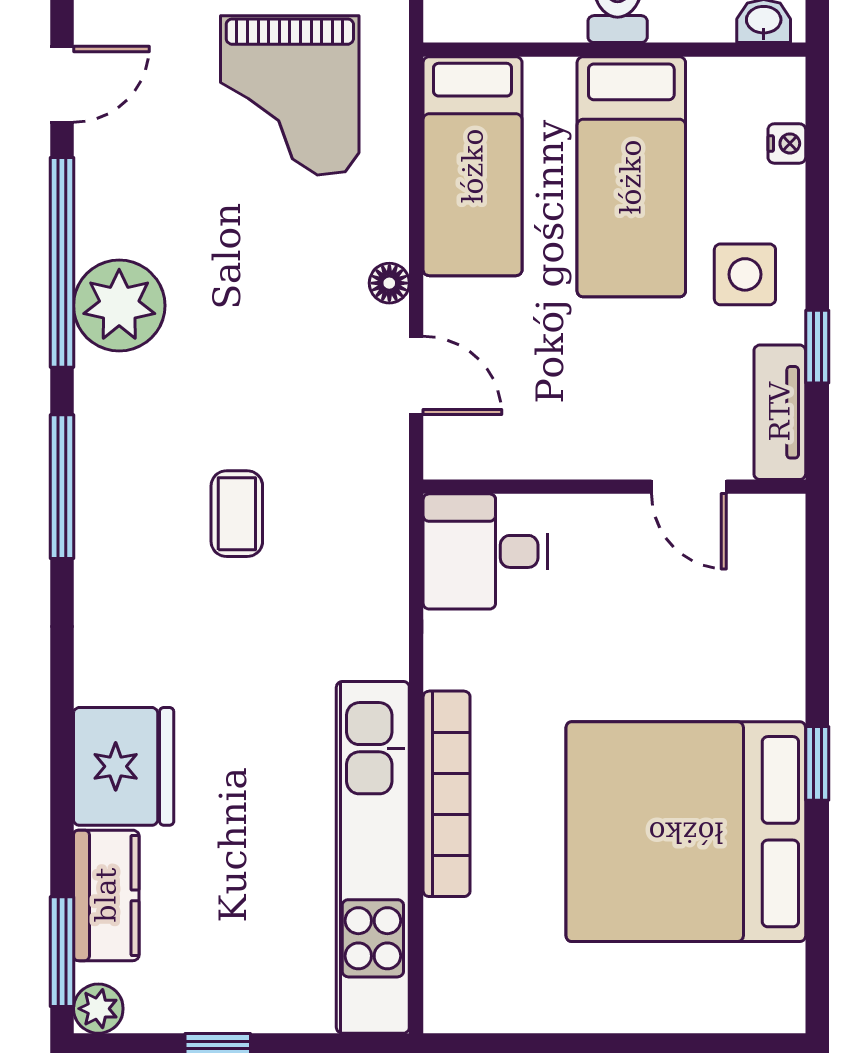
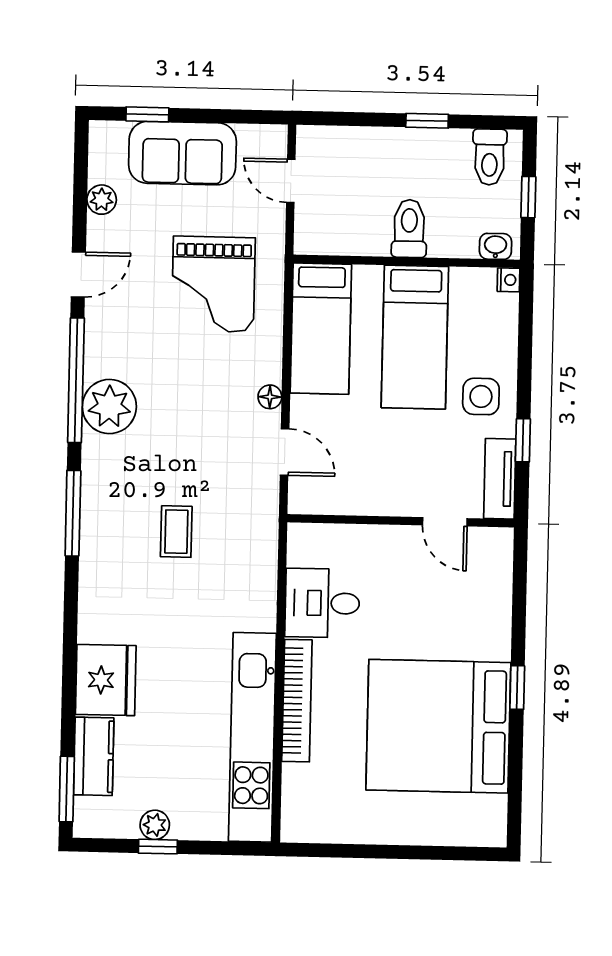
nightstand: (787, 143) -> (508, 280), moved
desk: (485, 551) -> (322, 603), moved
plant: (98, 1009) -> (155, 825), moved

